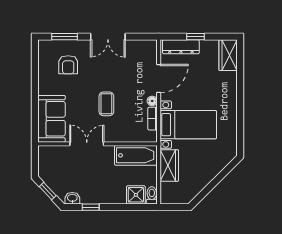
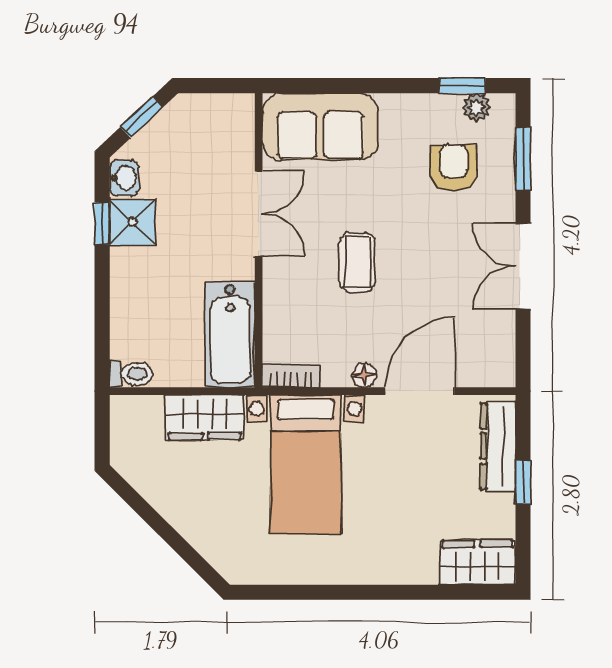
plant: (44, 56) -> (476, 107), added
window: (35, 61) -> (462, 86), added
armchair: (68, 65) -> (454, 168), turned 90
door: (159, 79) -> (420, 391), swing flipped
coffee table: (106, 104) -> (357, 262), turned 90
bookcase: (153, 119) -> (291, 376), moved
shower: (136, 195) -> (133, 222), moved

